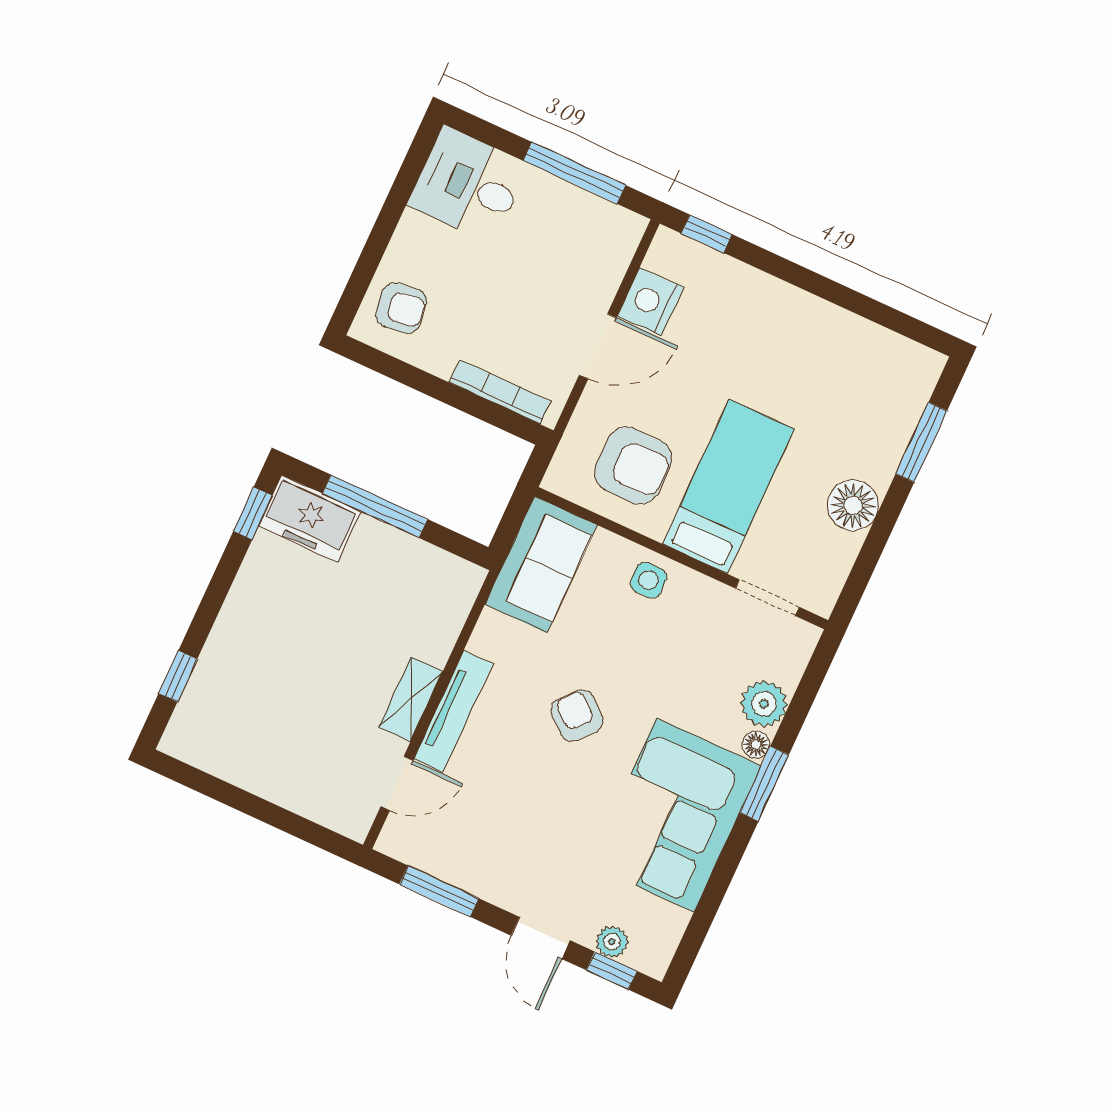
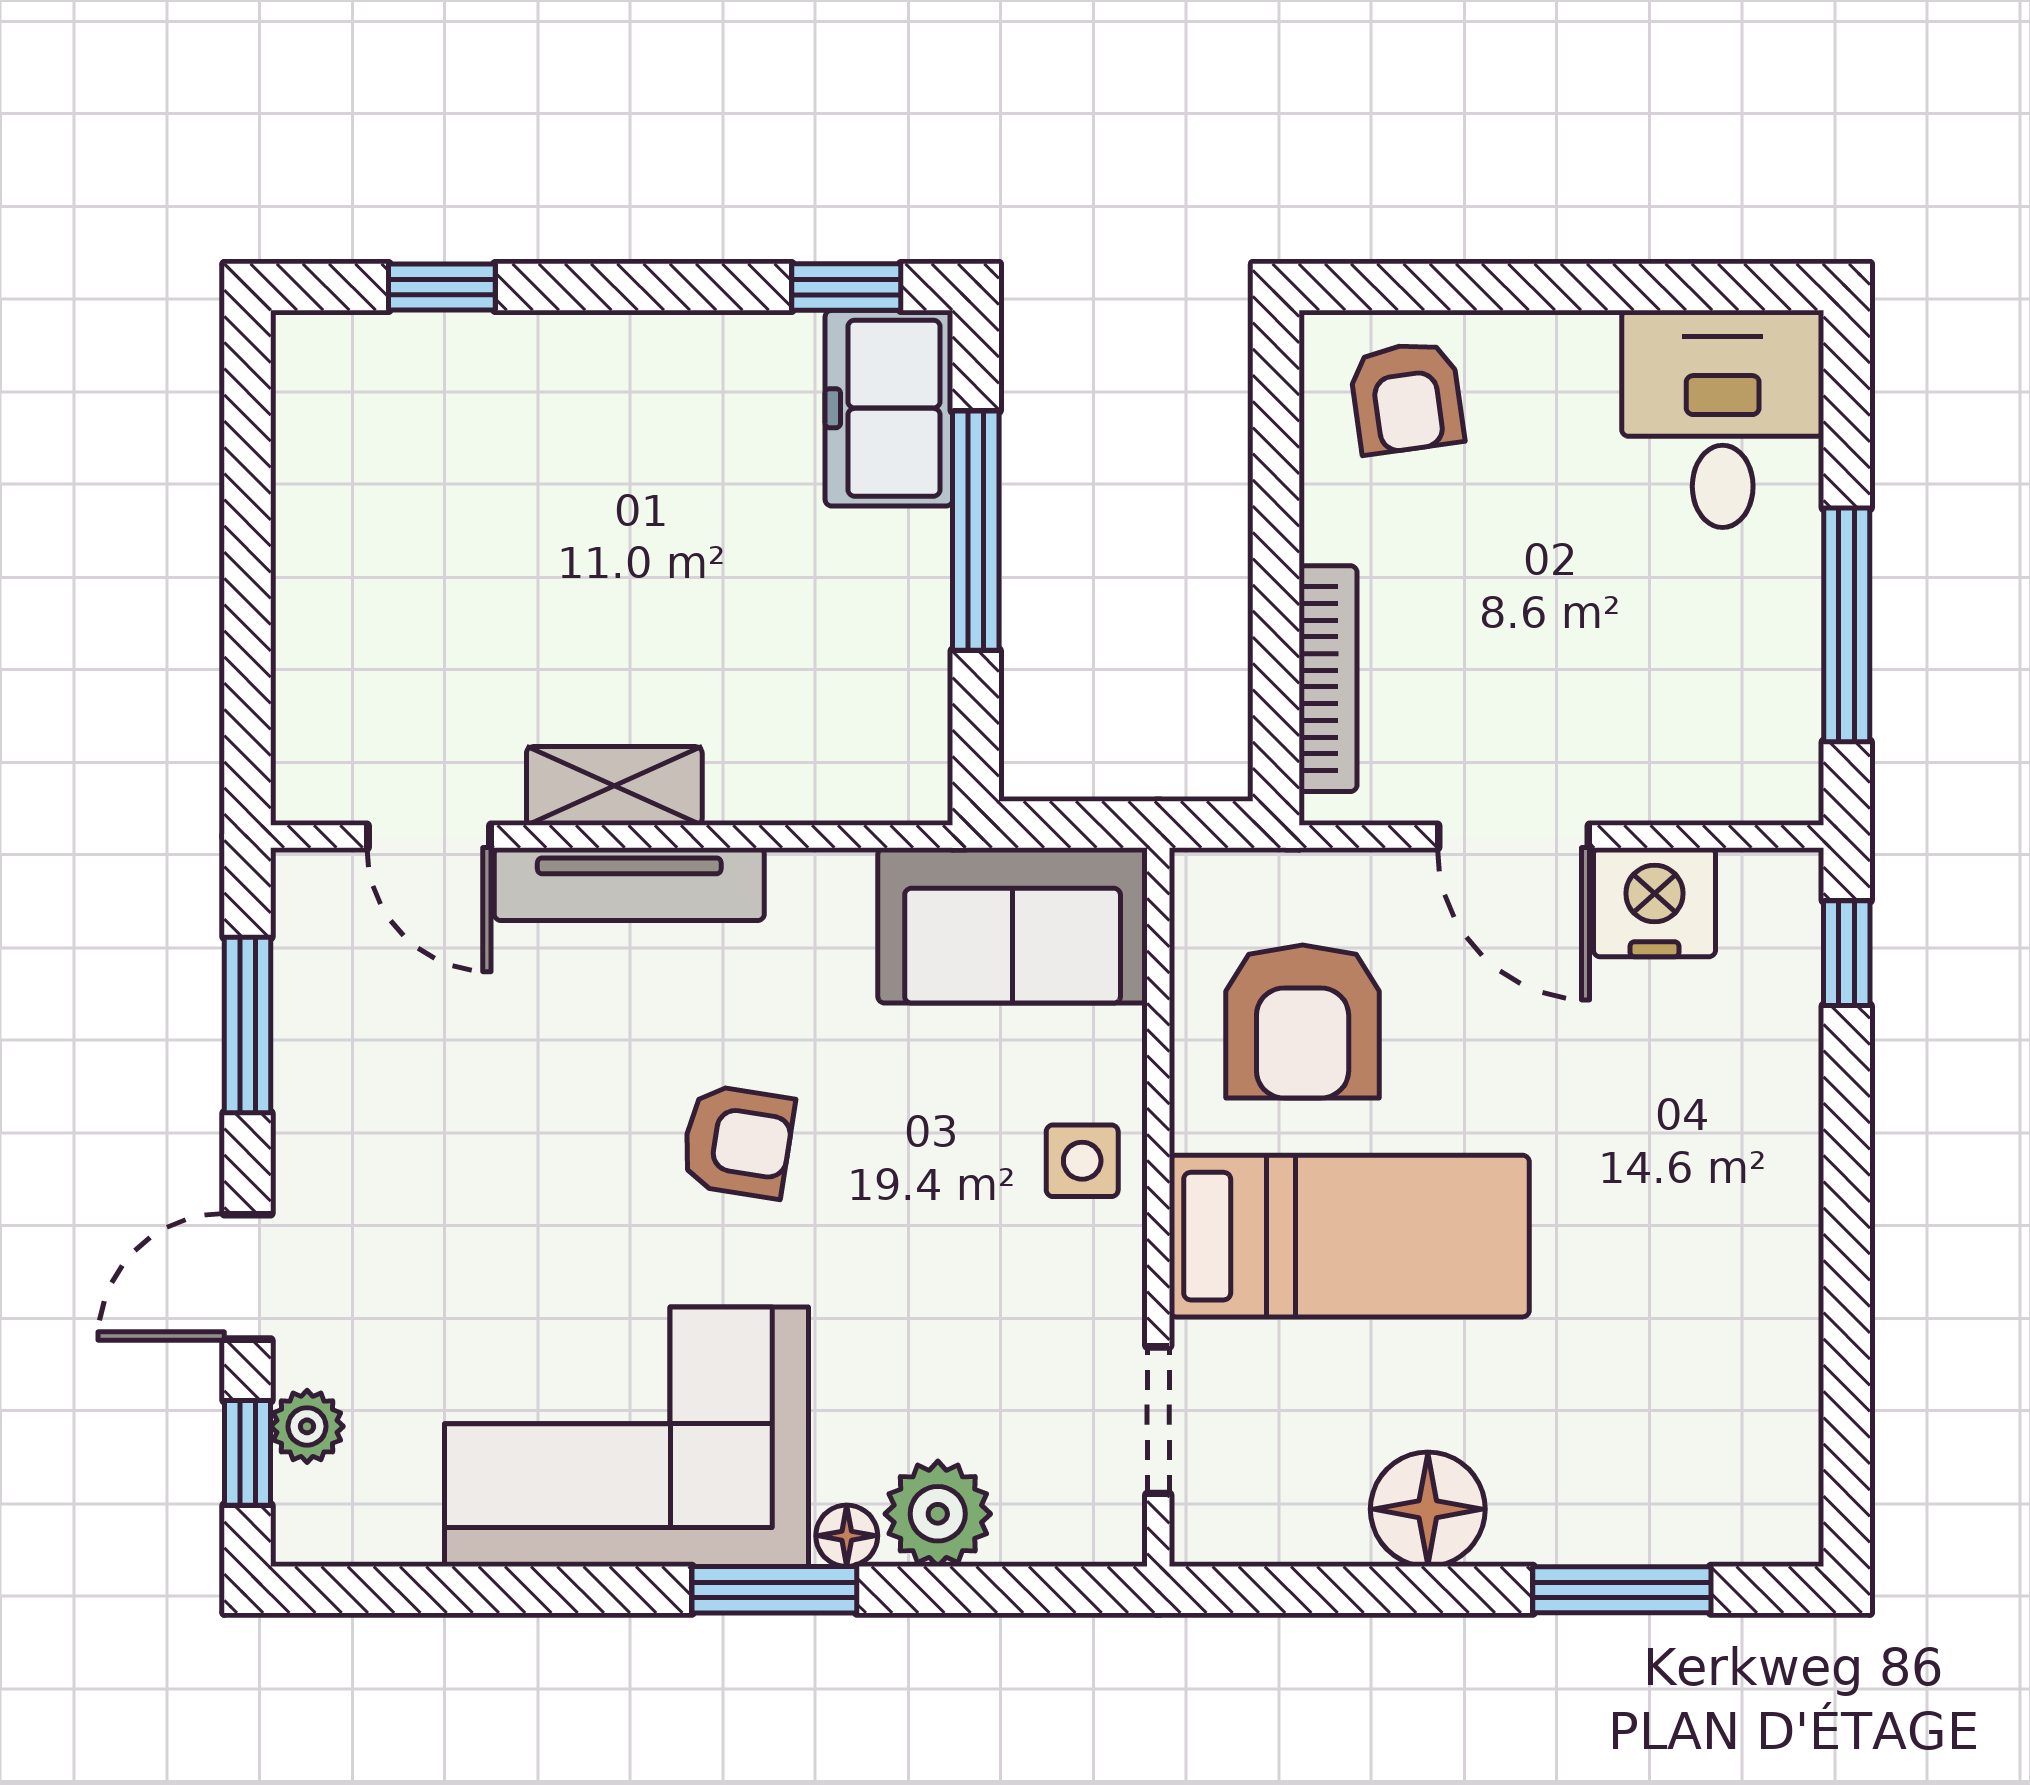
armchair: (577, 715) -> (738, 1142), turned 58

